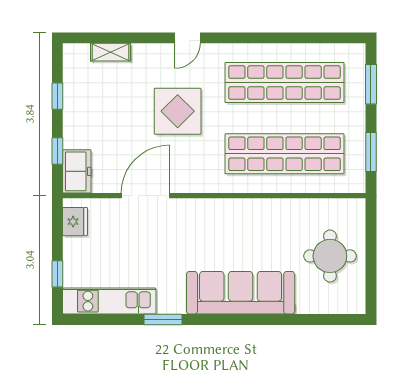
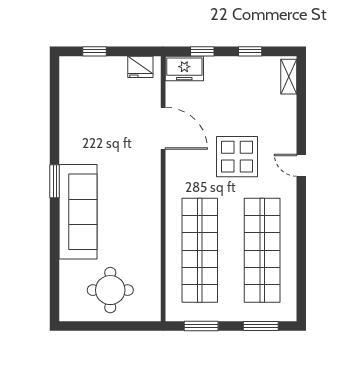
shelving: (110, 52) -> (289, 77), moved
kitchen unit: (109, 301) -> (71, 97), removed
window: (163, 320) -> (55, 181), moved

